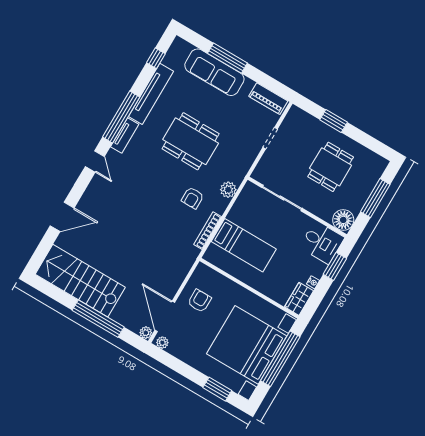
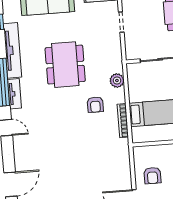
dining table: (191, 141) -> (65, 65), turned 90
armchair: (199, 301) -> (152, 176), turned 180

